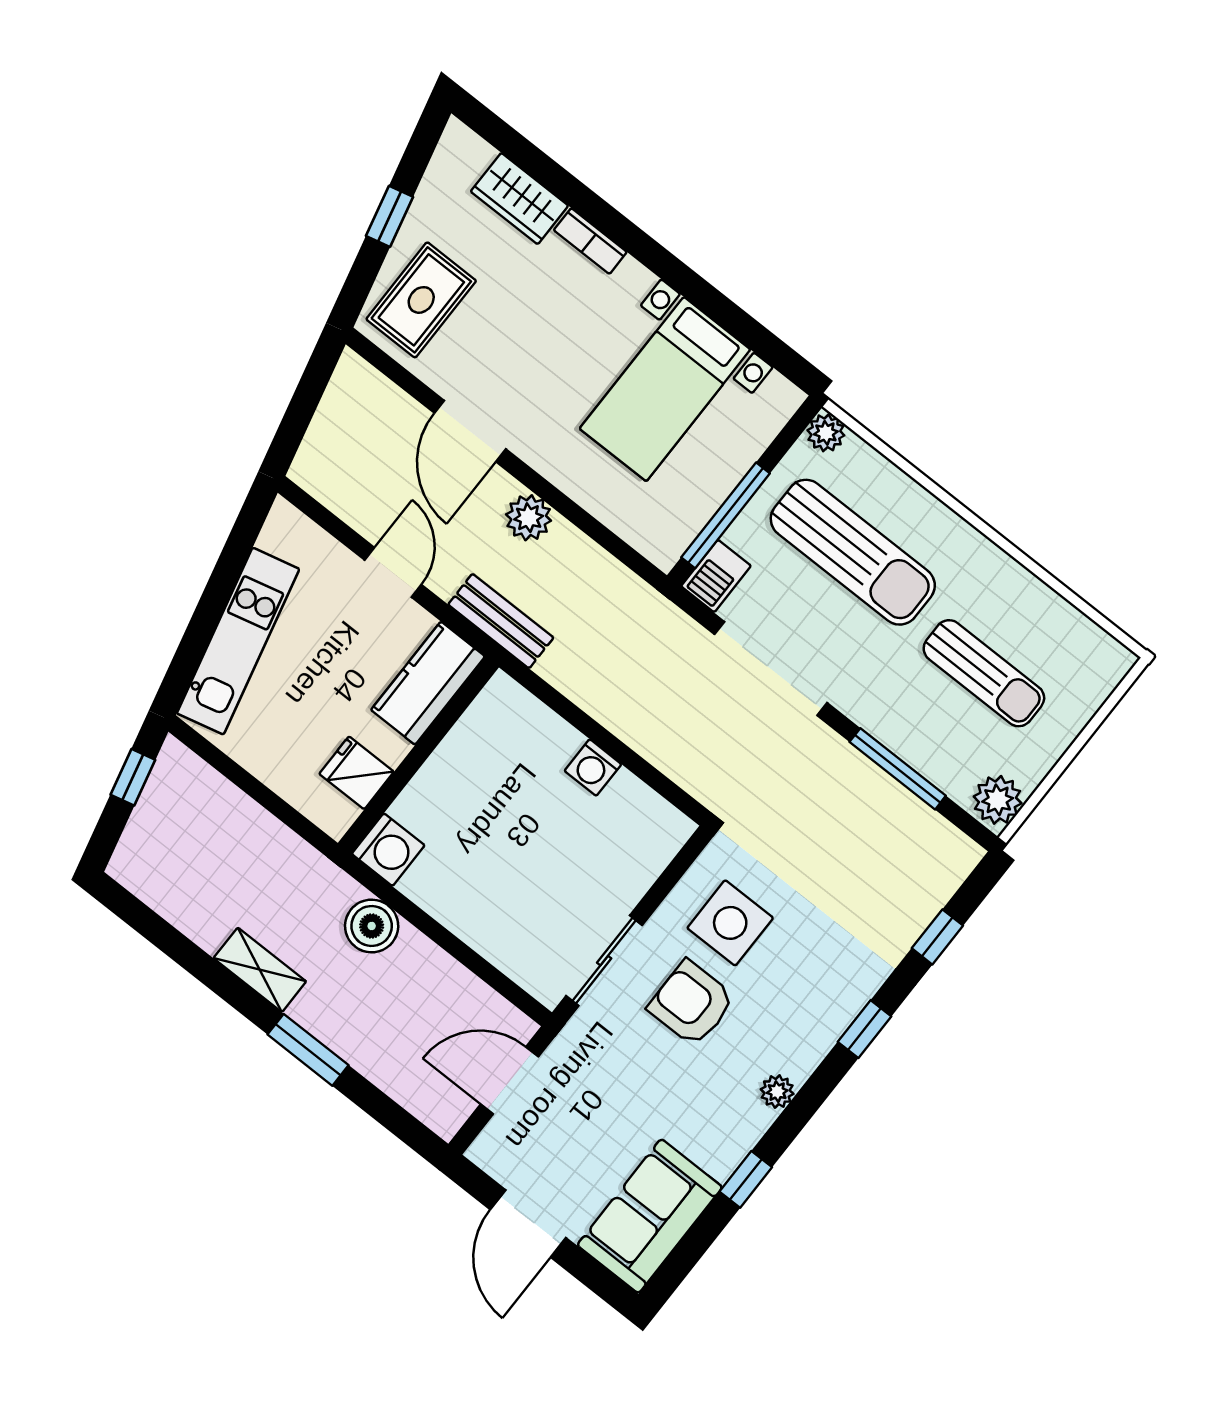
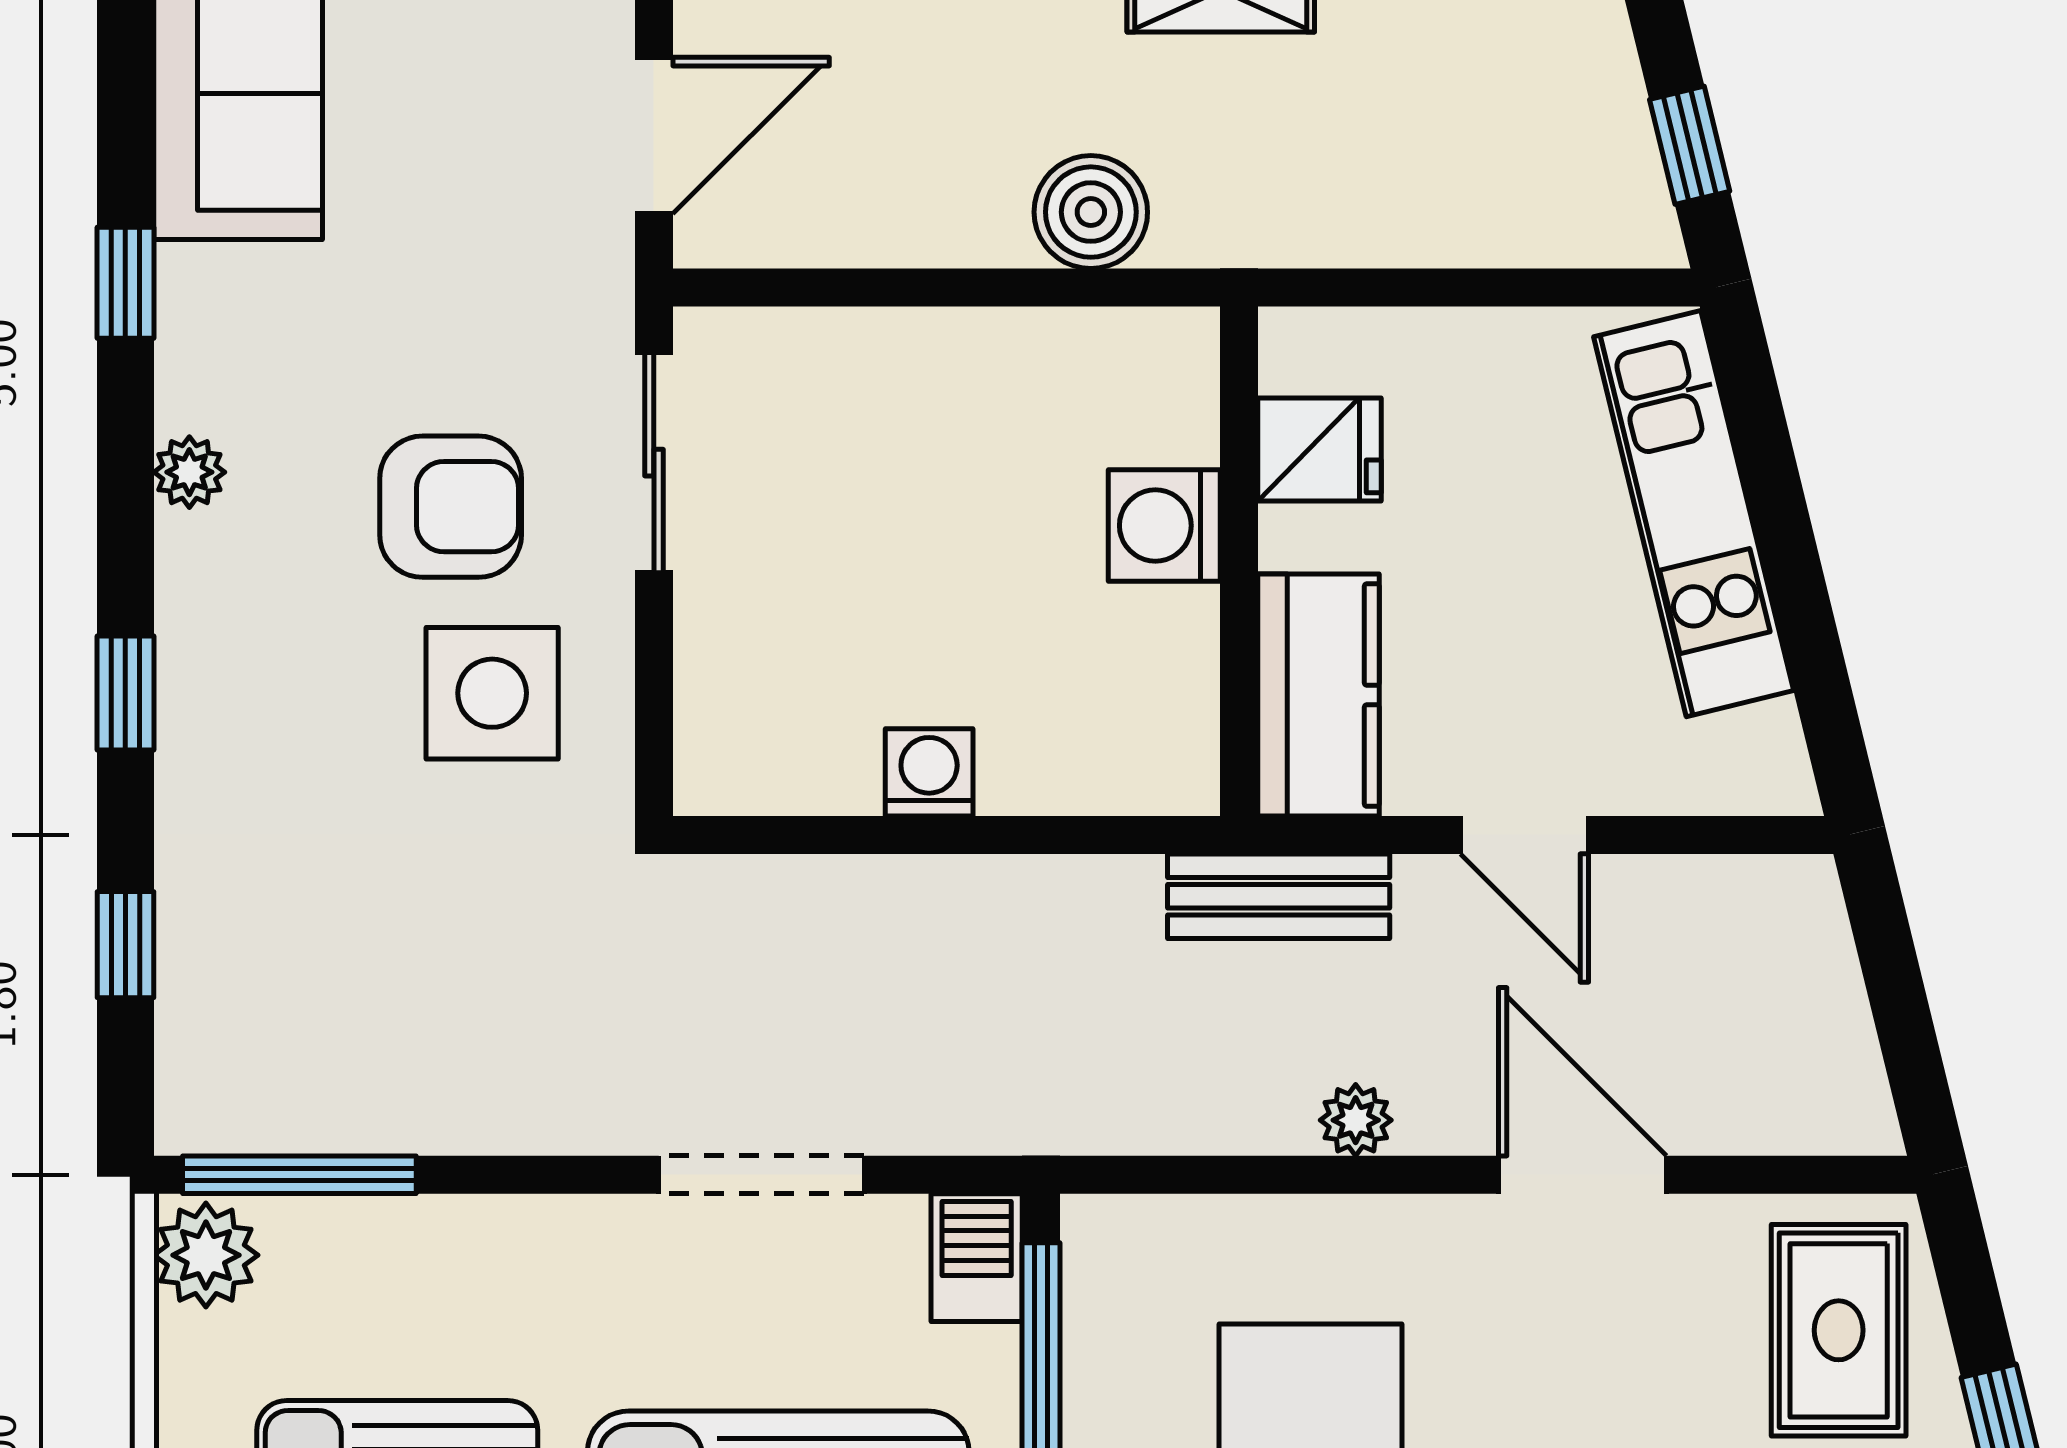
plant: (529, 518) -> (1356, 1120), width x0.73, depth x0.73
doorway: (771, 669) -> (762, 1175), width x0.73
window: (898, 769) -> (299, 1175), moved
washing machine: (388, 850) -> (1164, 526), moved

